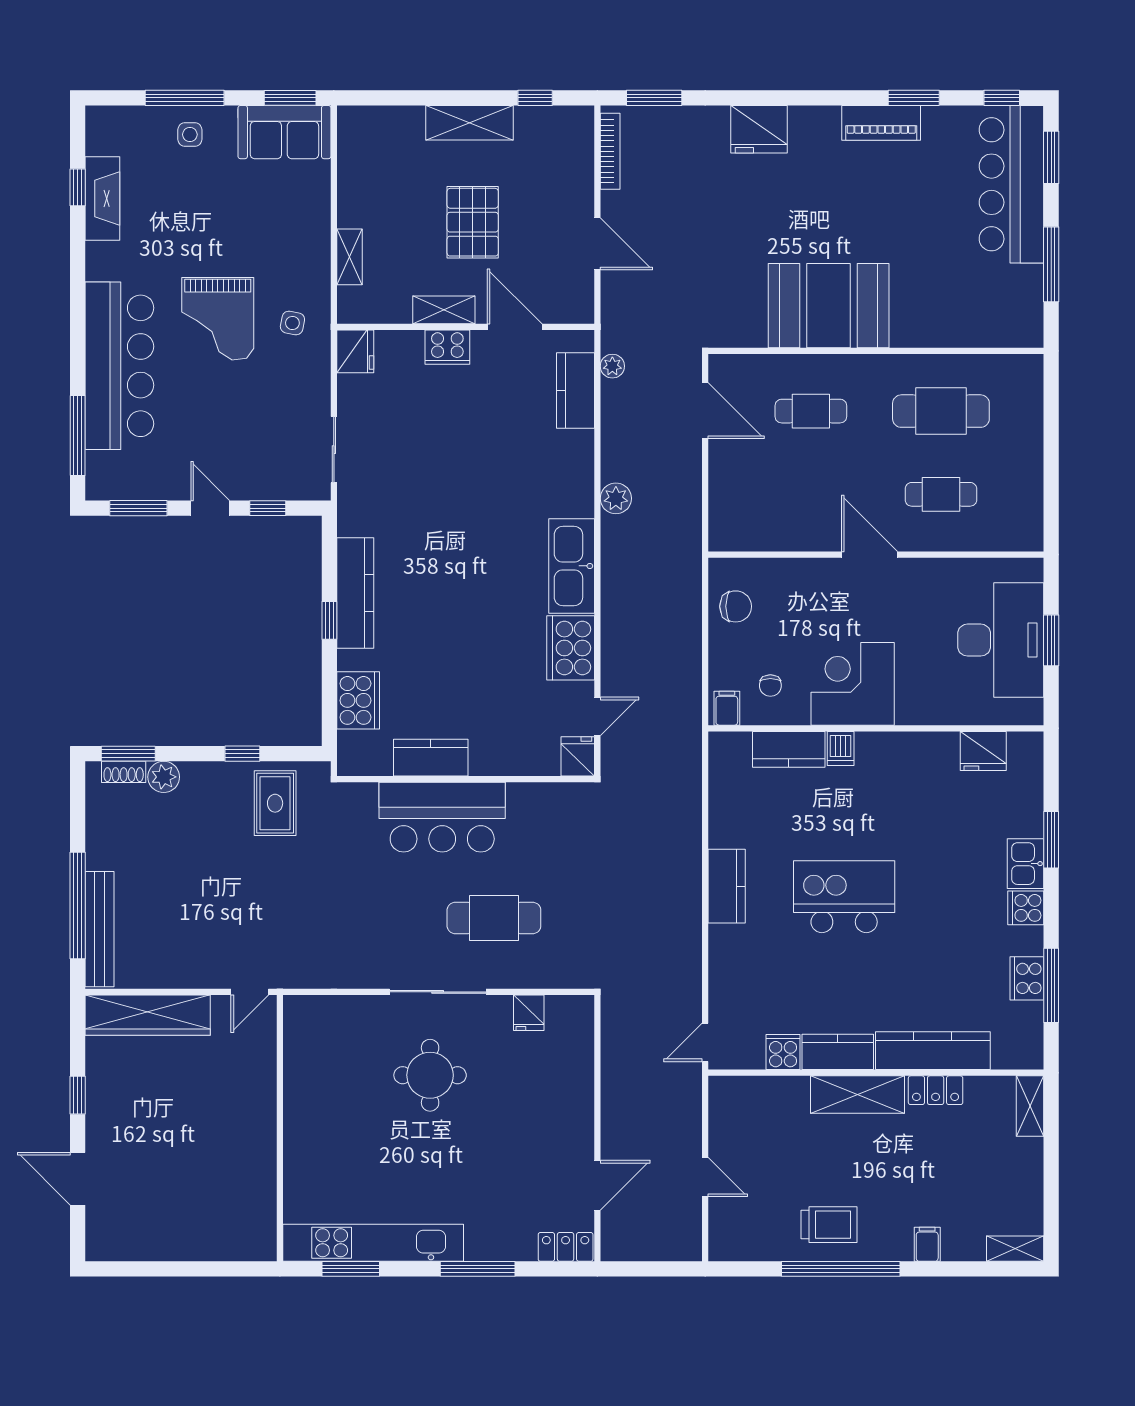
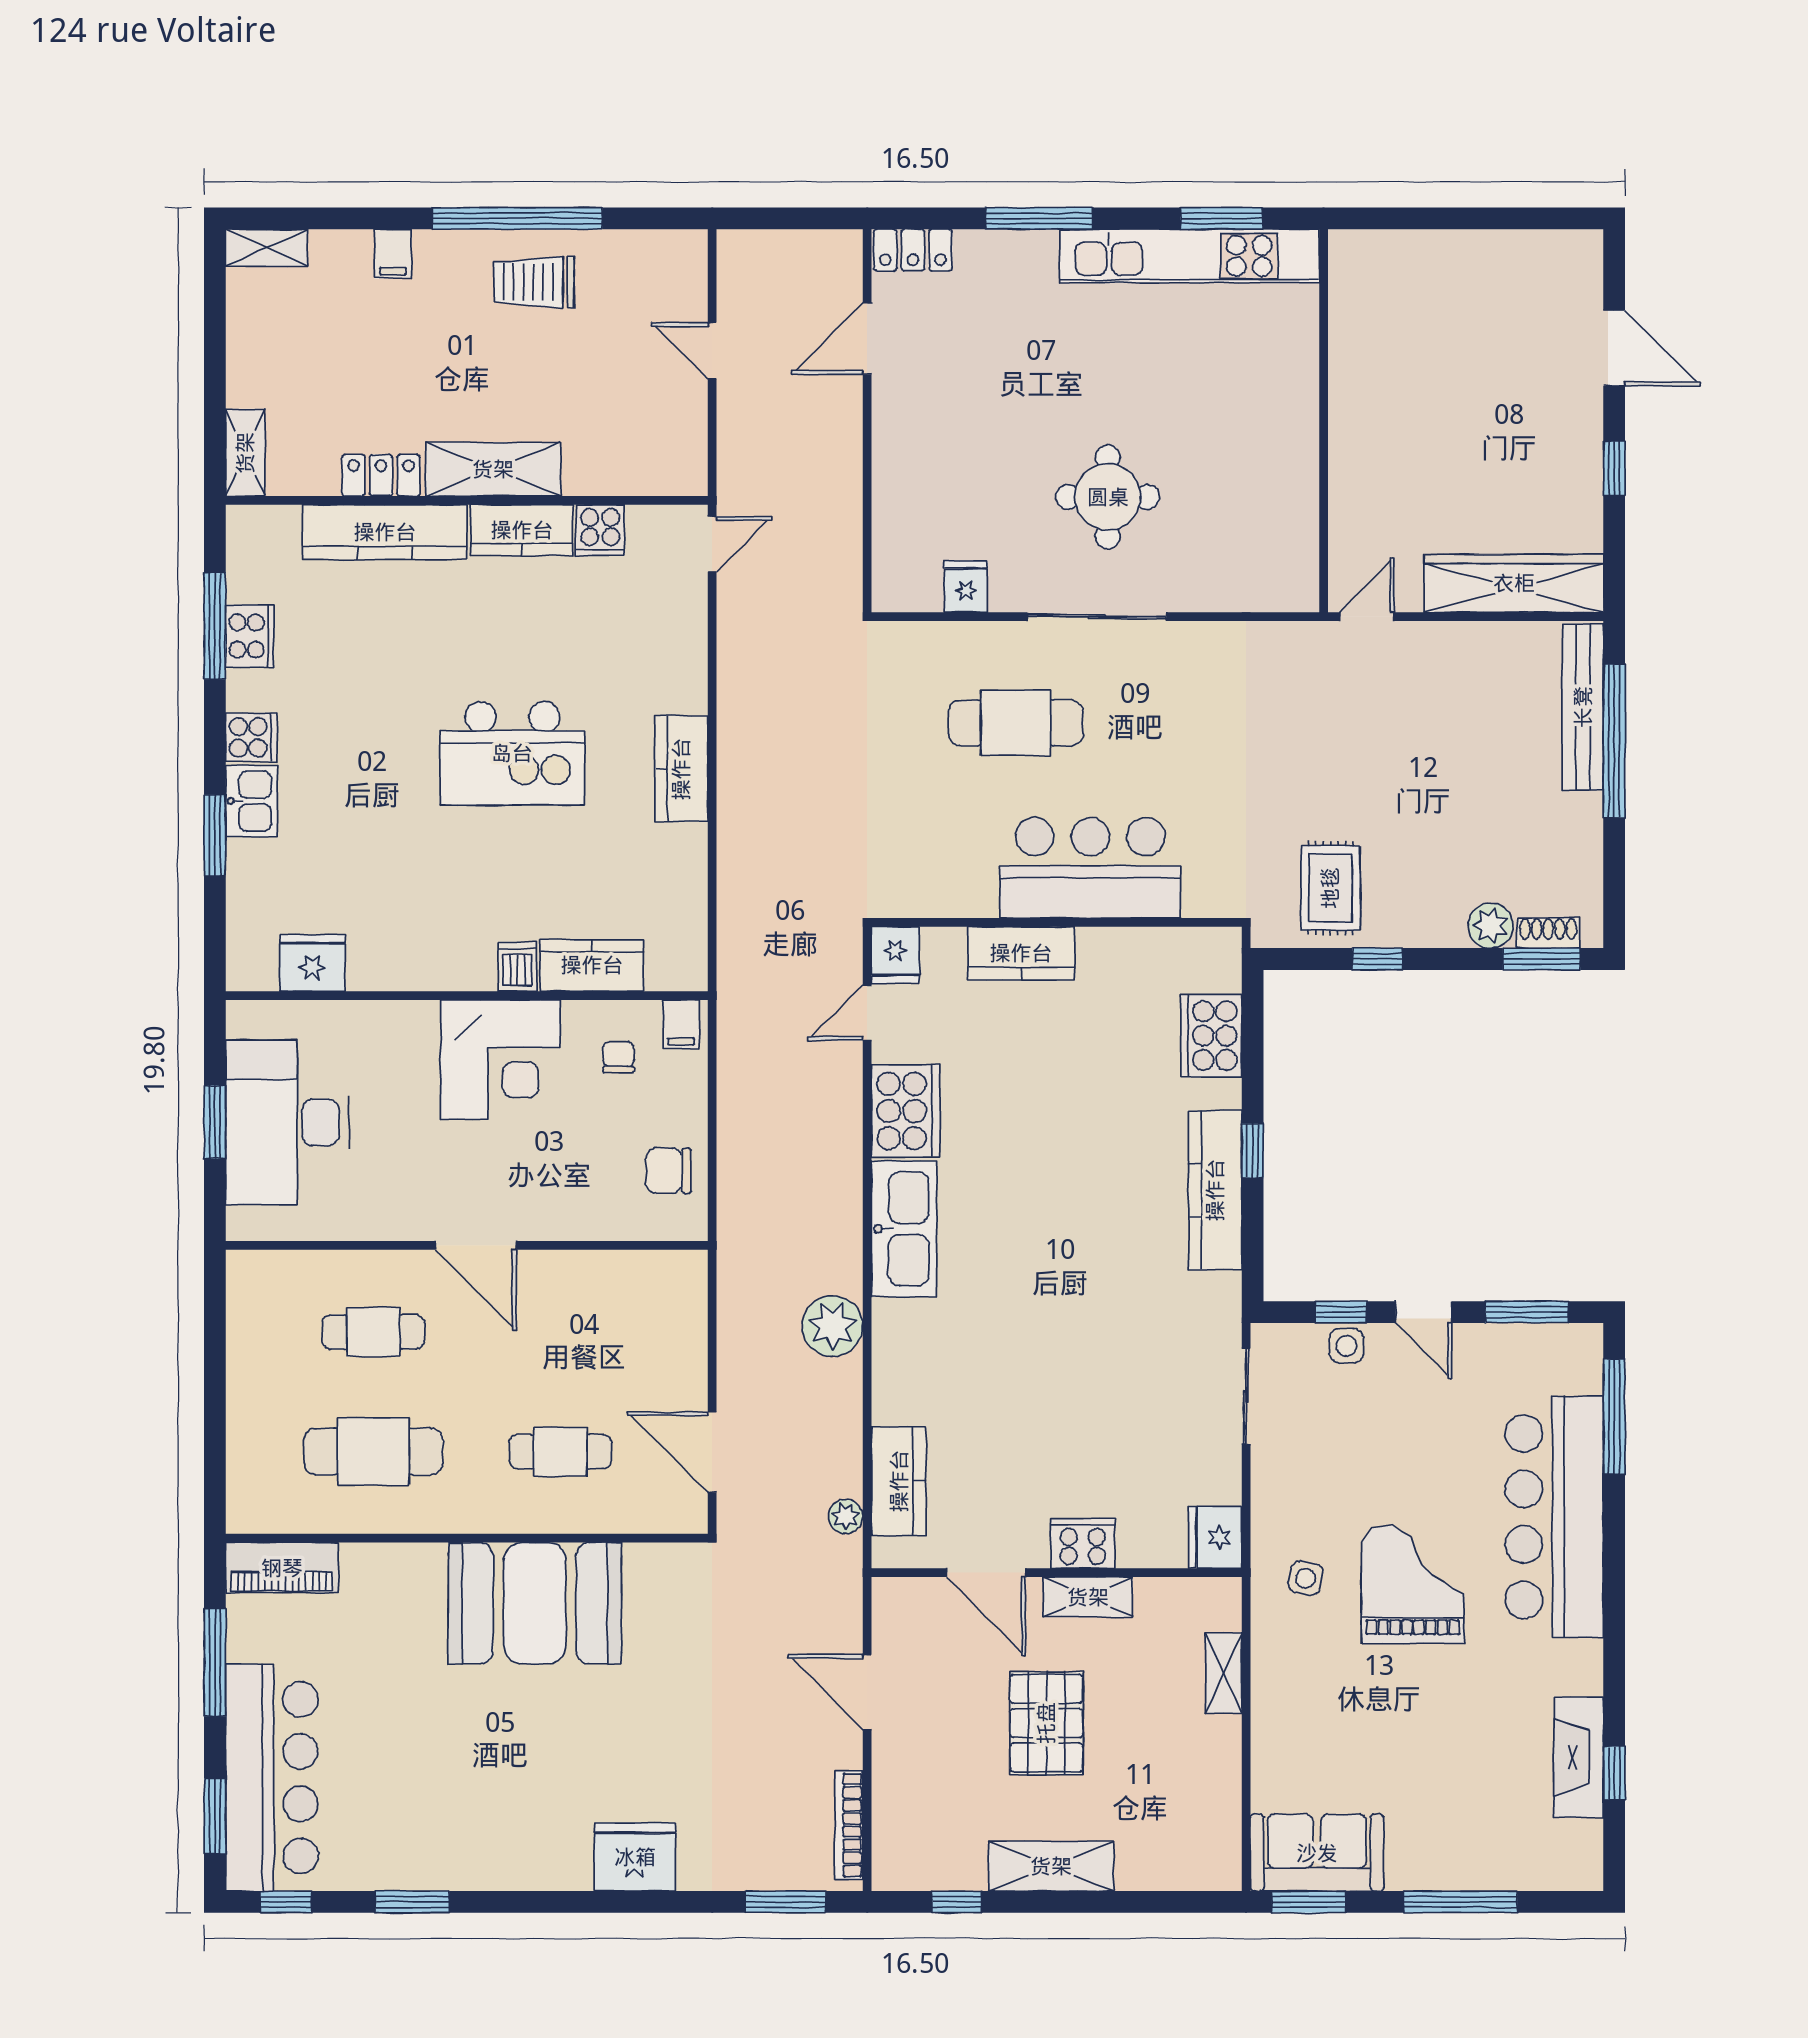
piano: (881, 123) -> (282, 1568), moved, turned 180
side table: (190, 135) -> (1346, 1346), moved
plant: (616, 498) -> (832, 1326), width x1.36, depth x1.36
kitchen counter: (431, 758) -> (1021, 953), moved

